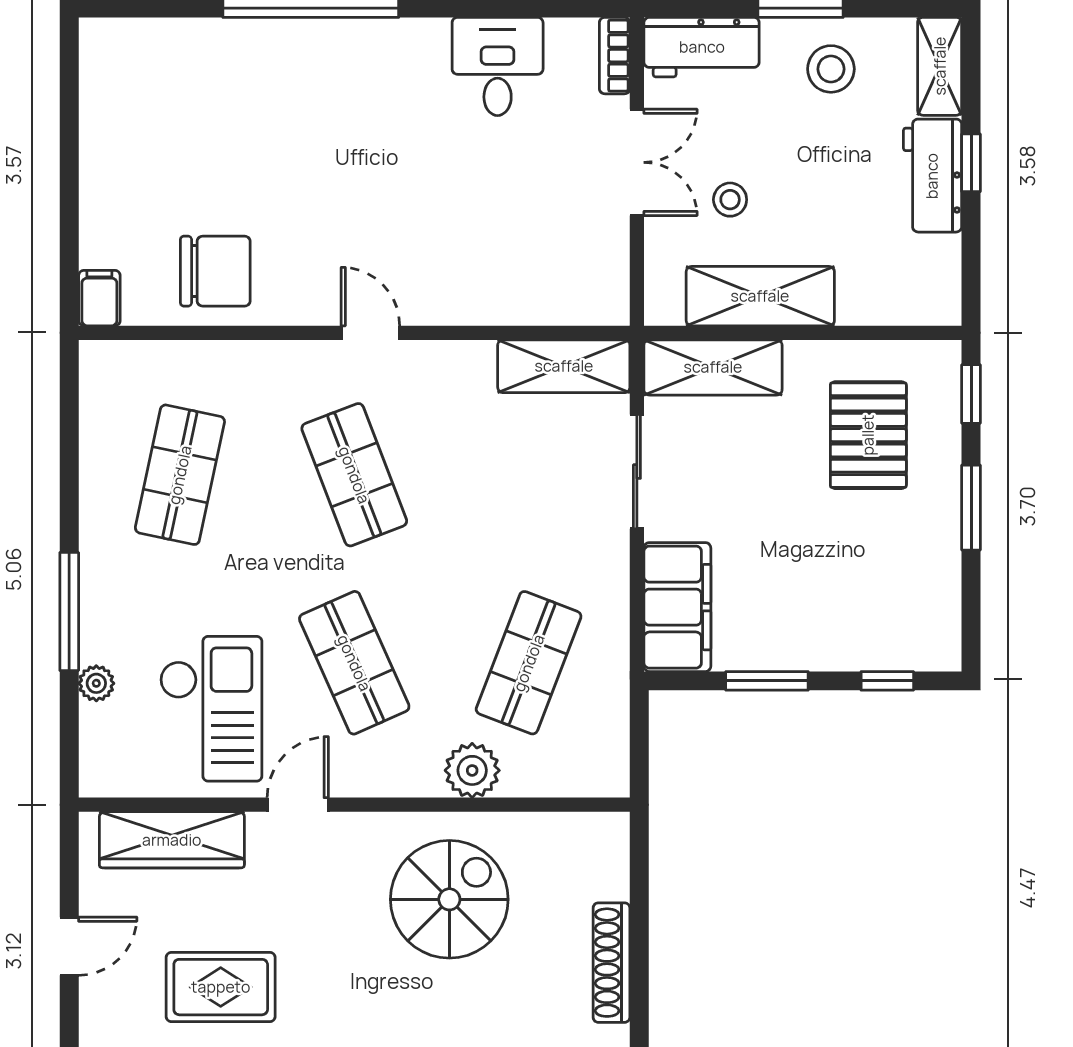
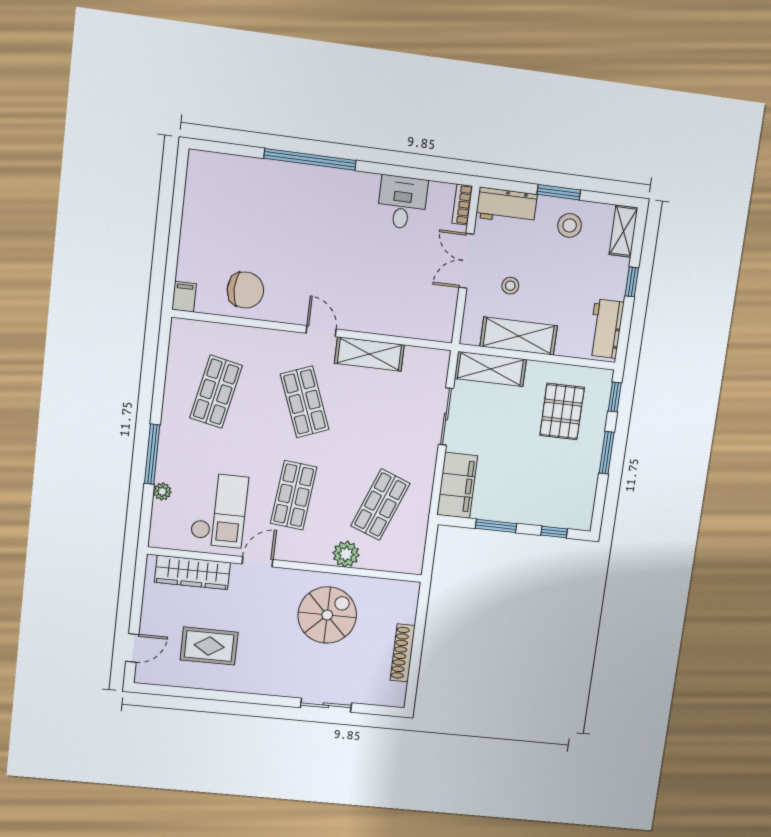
double door: (637, 162) -> (466, 261), swing flipped
workbench: (932, 176) -> (606, 329), moved
shelving: (564, 366) -> (369, 354), moved
shop shelf: (354, 663) -> (294, 495), turned 30
door: (69, 946) -> (132, 648), moved

